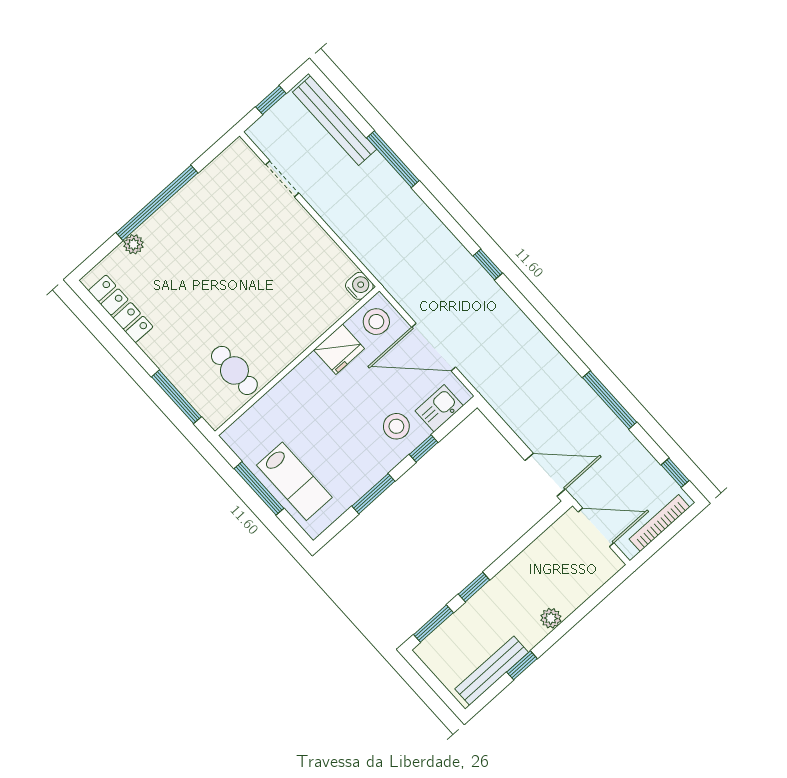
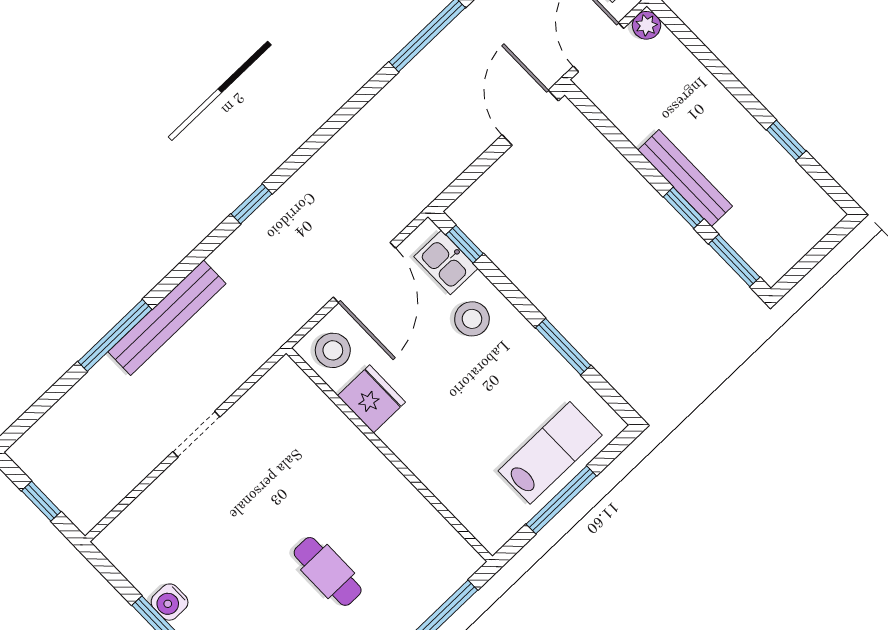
bench: (335, 121) -> (167, 318), moved
doorway: (282, 179) -> (196, 434), moved
water cooler: (359, 286) -> (170, 602), moved, turned -90
cafe table: (234, 370) -> (328, 571), moved, turned 90
window: (424, 448) -> (464, 244), moved
plant: (551, 618) -> (647, 25), moved
bench: (492, 671) -> (685, 178), moved

